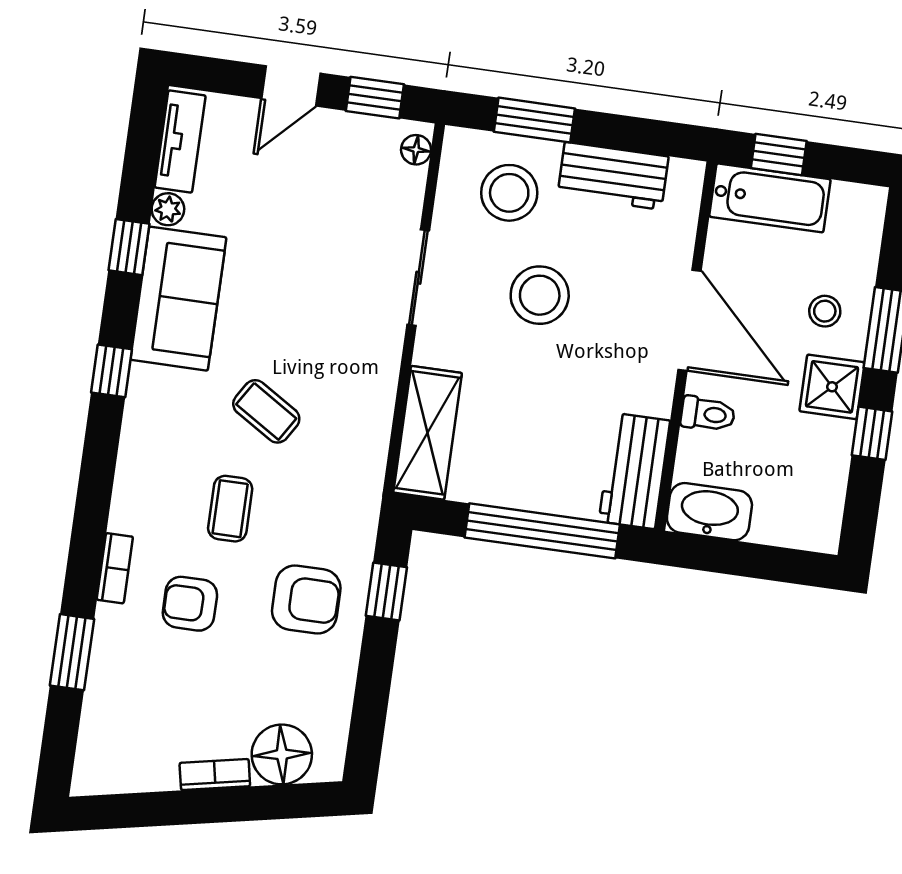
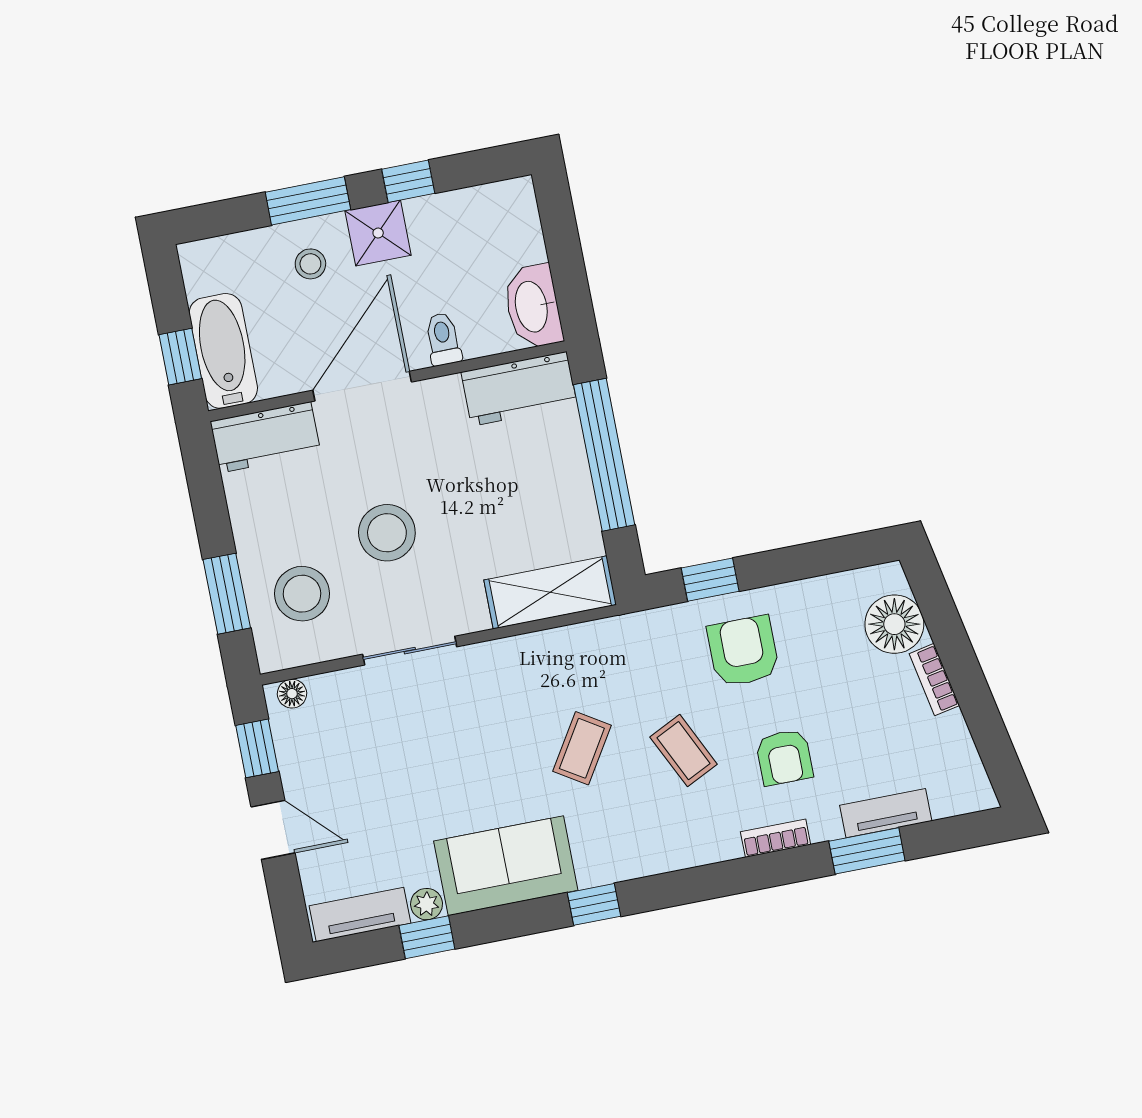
workbench: (613, 176) -> (265, 437), moved, turned 90
window: (129, 247) -> (427, 937), moved
coffee table: (230, 509) -> (684, 751), turned 64
tv unit: (102, 683) -> (886, 813), added

